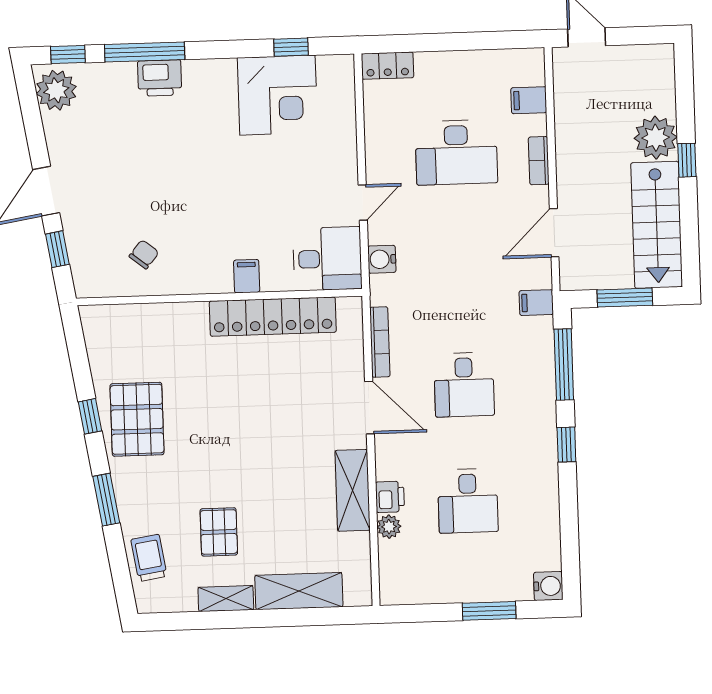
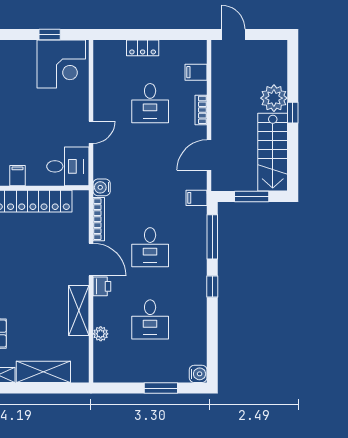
locker: (387, 66) -> (143, 48), moved
corner desk: (277, 95) -> (61, 64), moved
desk: (456, 152) -> (150, 103), width x0.73
water cooler: (382, 259) -> (102, 187), moved
printer: (390, 497) -> (102, 286), moved

